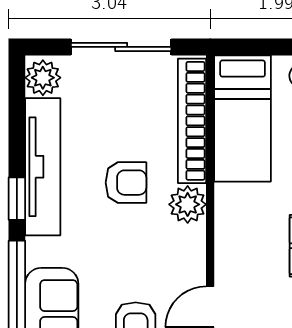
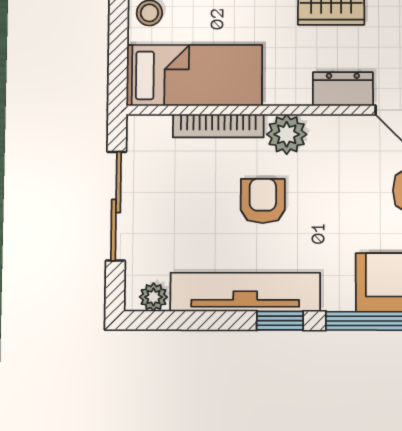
plant: (43, 78) -> (153, 297), width x0.73, depth x0.73
bookcase: (192, 121) -> (218, 126), width x0.68, depth x0.76
dresser: (230, 257) -> (343, 89), added

